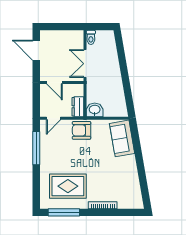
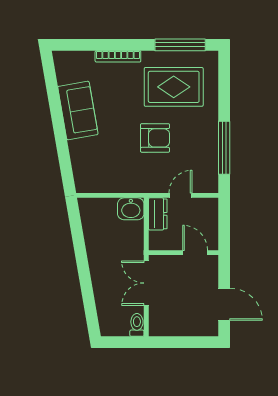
double door: (85, 64) -> (146, 283), swing flipped
door: (53, 118) -> (181, 195), moved
armchair: (81, 130) -> (155, 138), moved
sofa: (122, 138) -> (78, 110), moved

